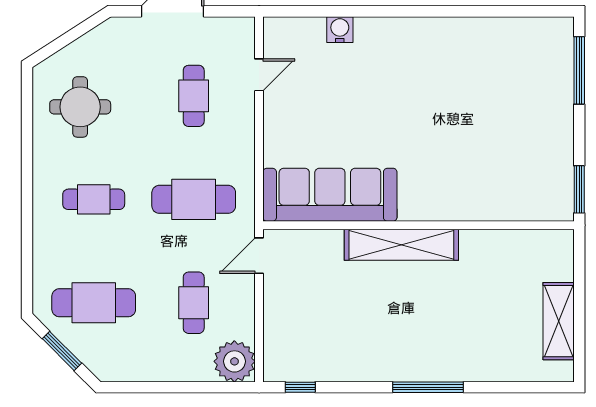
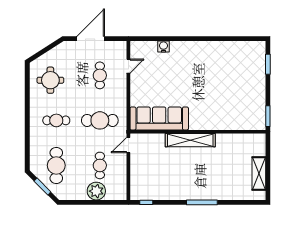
window: (579, 70) -> (268, 64), width x0.69
cafe table: (94, 303) -> (56, 165), turned 90
plant: (234, 361) -> (96, 191), moved

